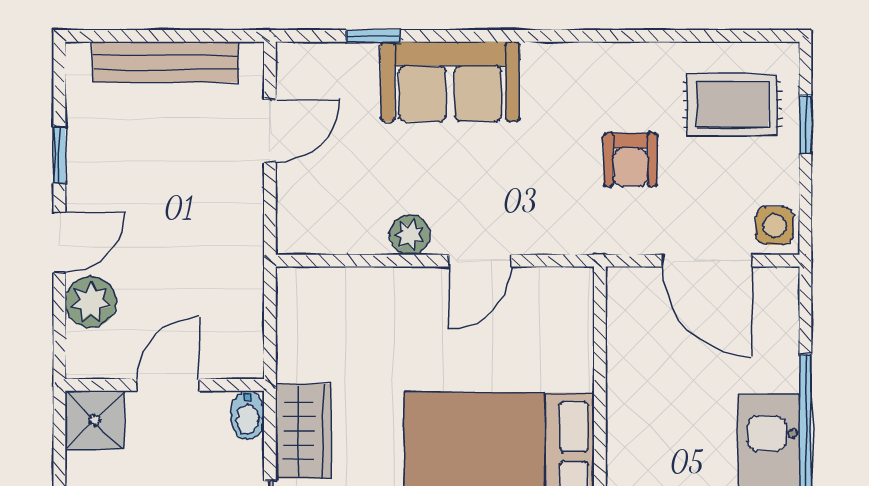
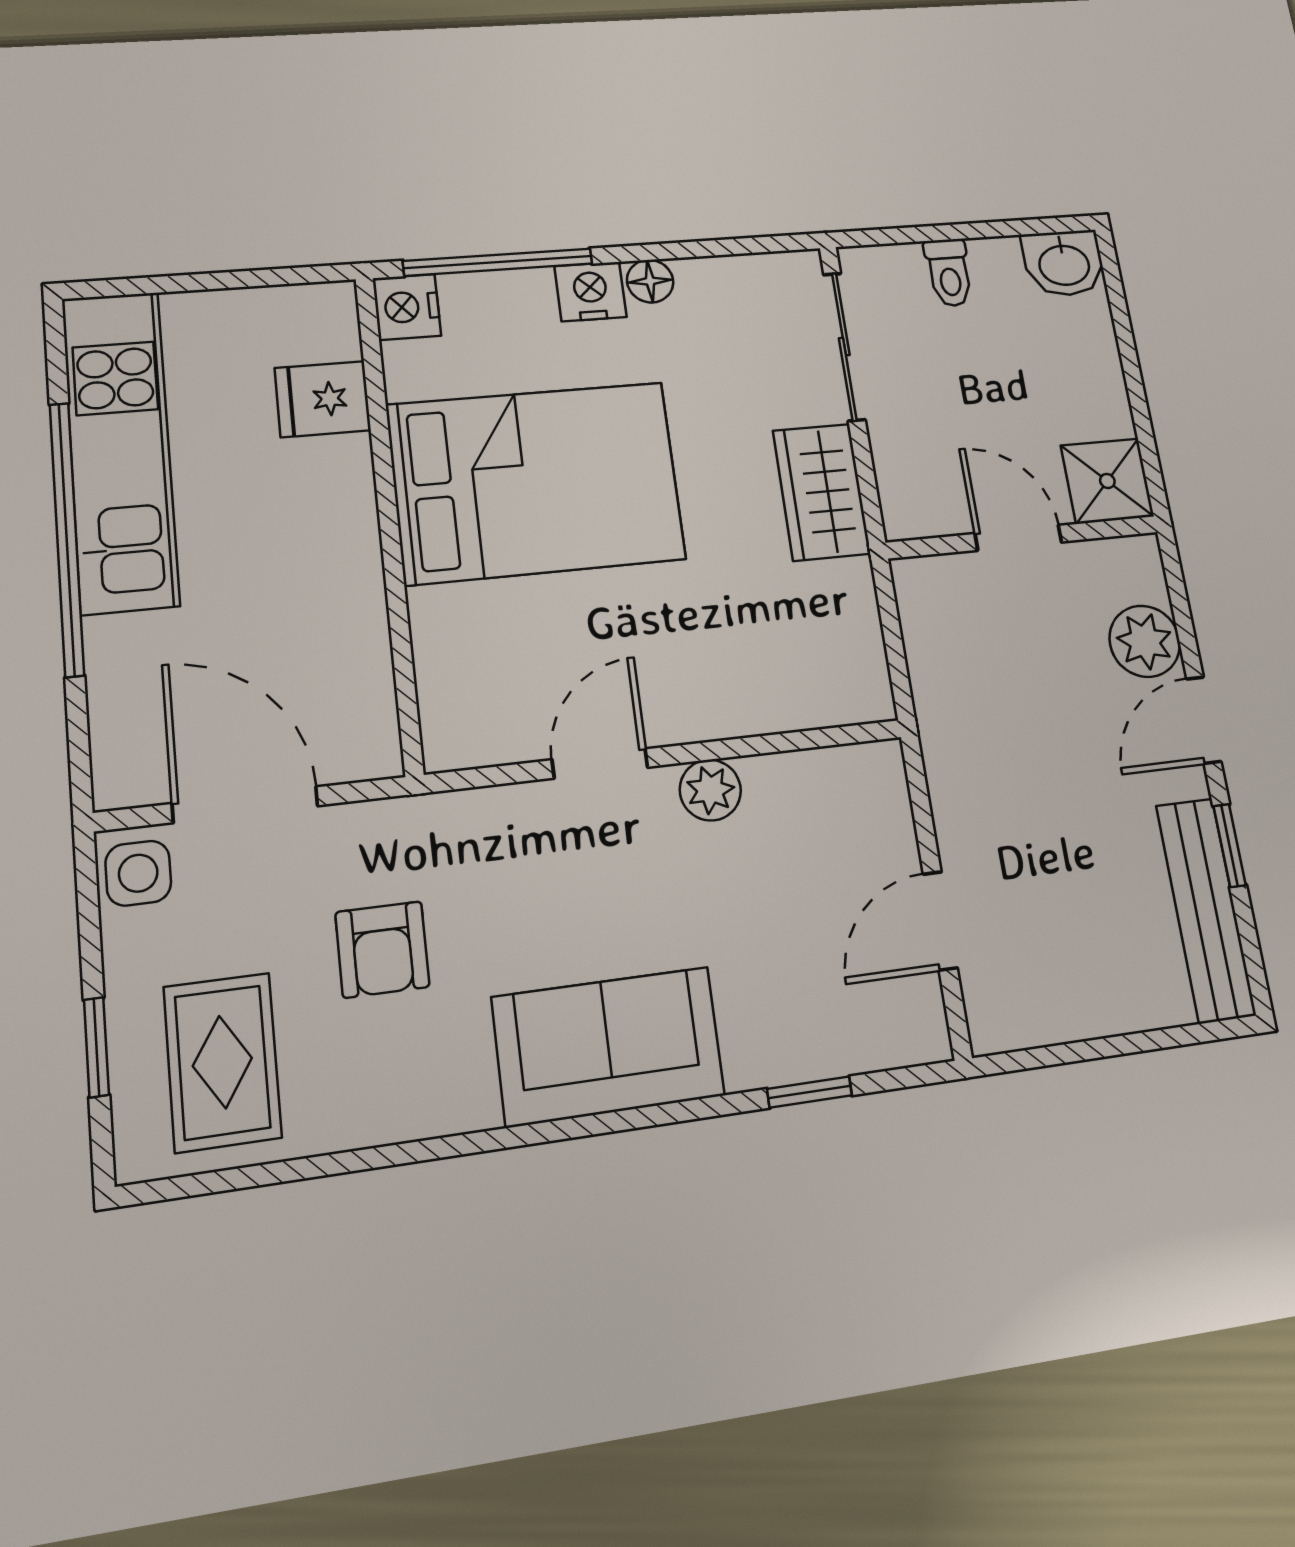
bench: (165, 62) -> (1206, 910), moved, turned 90
sofa: (450, 82) -> (608, 1046), moved
rug: (732, 105) -> (222, 1062), turned 90
armchair: (631, 160) -> (382, 949), turned 180
door: (168, 385) -> (1018, 538), swing flipped
bidet: (247, 415) -> (903, 507), removed

